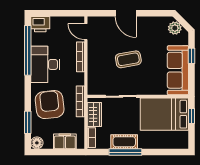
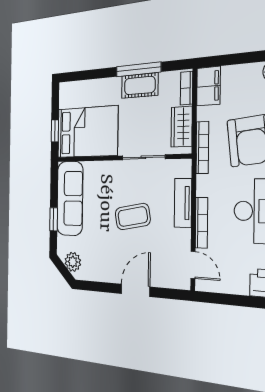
door: (126, 13) -> (135, 290), hinge flipped
tv unit: (93, 68) -> (183, 203), added
filing cabinet: (65, 141) -> (208, 86), moved, turned -90

